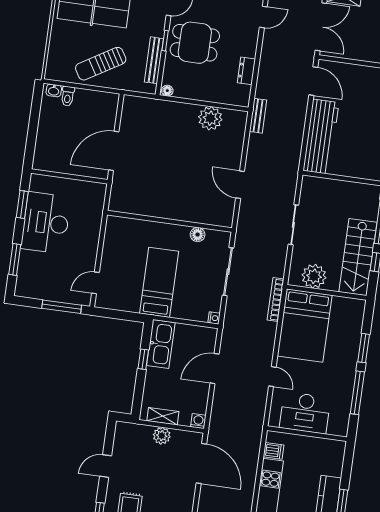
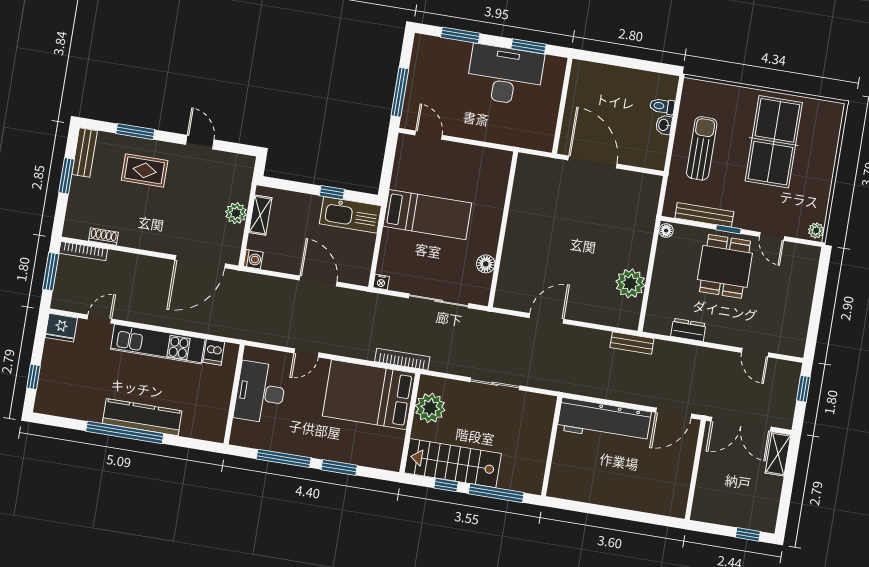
sun lounger: (101, 64) -> (702, 148), turned 31
washbasin: (54, 90) -> (664, 125), moved

